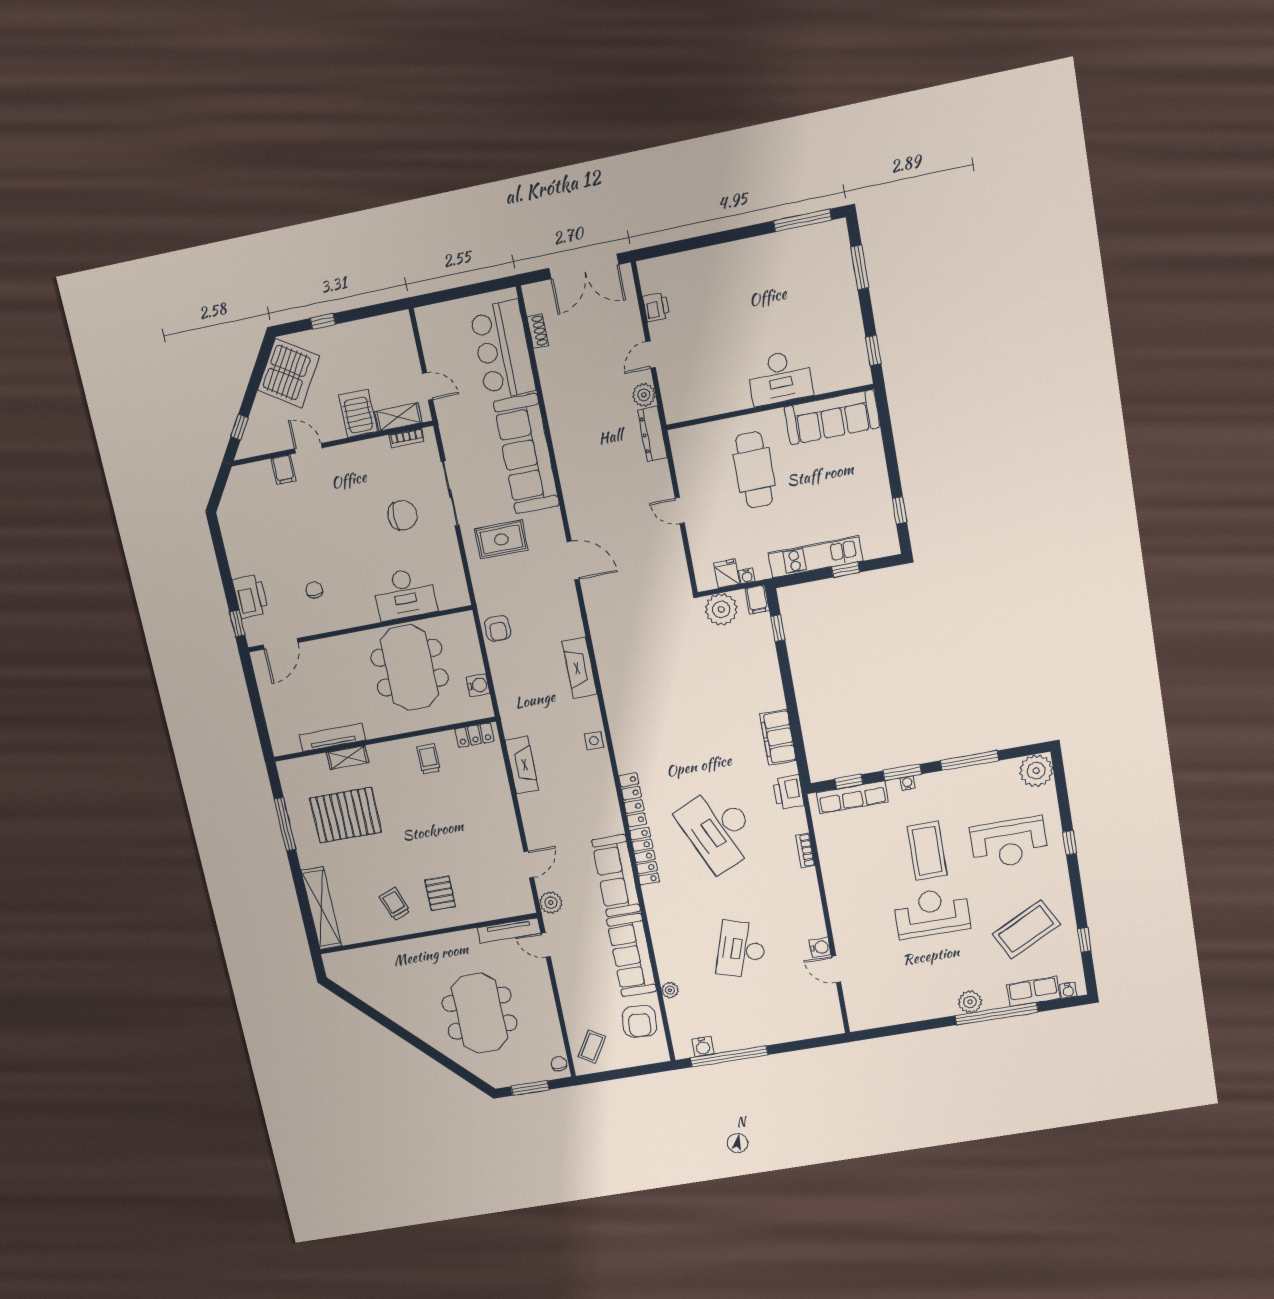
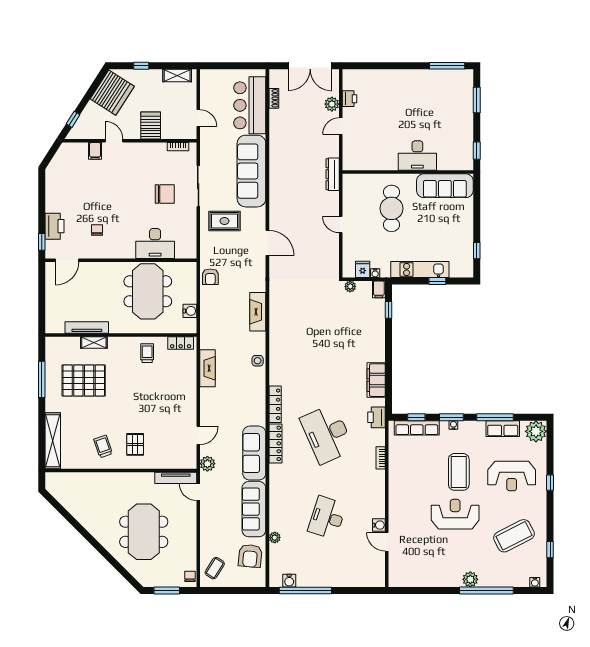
plant: (644, 395) -> (332, 104), moved
shelving: (398, 417) -> (177, 76), moved
plant: (721, 609) -> (350, 286), width x0.53, depth x0.53
row of seats: (1033, 992) -> (503, 429), moved, turned 180

